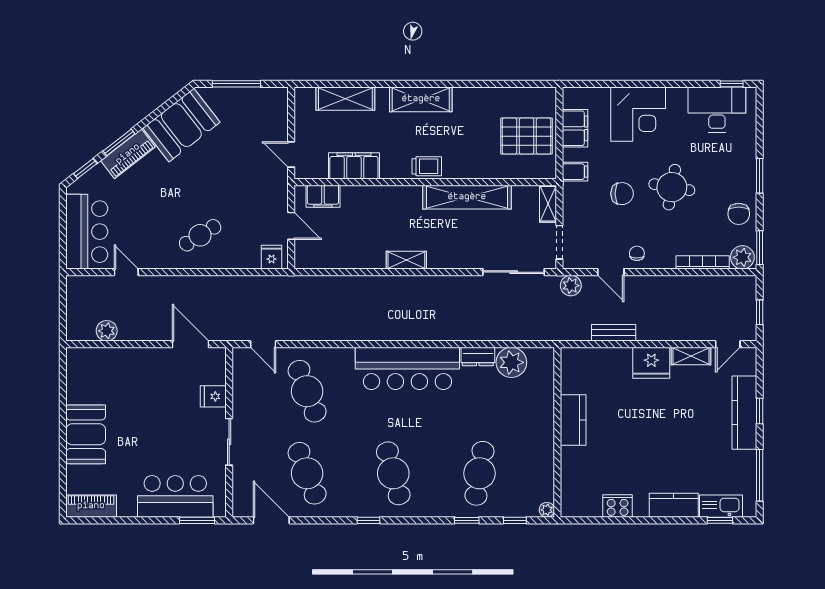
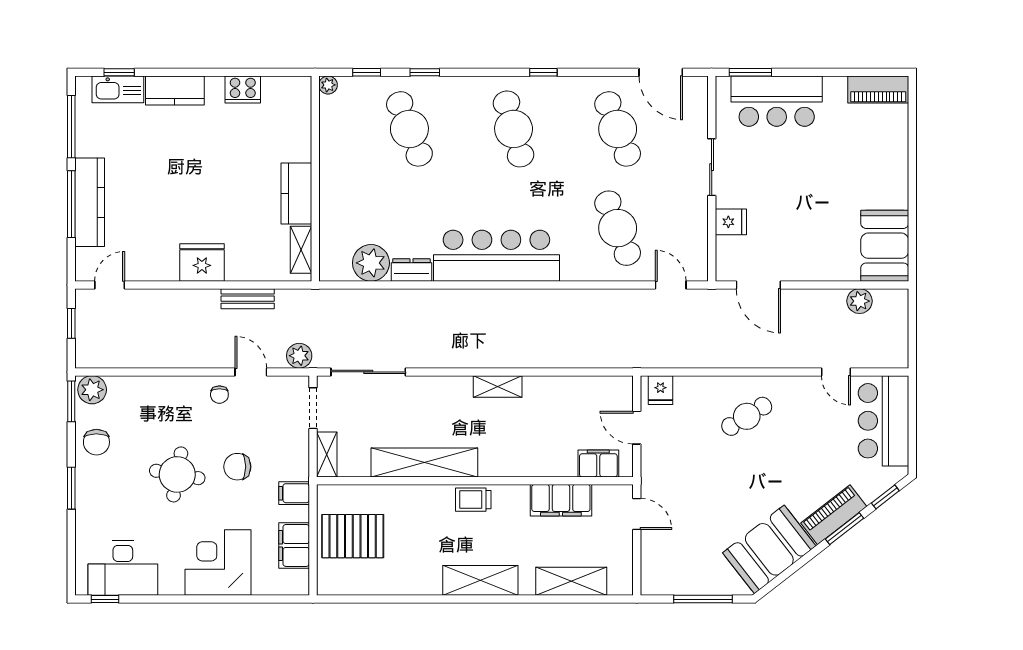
chair: (739, 214) -> (96, 442), turned 180
bookcase: (703, 262) -> (140, 384), removed
shelving: (691, 356) -> (301, 250), moved, turned 90
window: (760, 411) -> (71, 204), width x2.17
booth: (86, 434) -> (885, 246), moved
cafe table: (479, 473) -> (409, 129), turned -30

